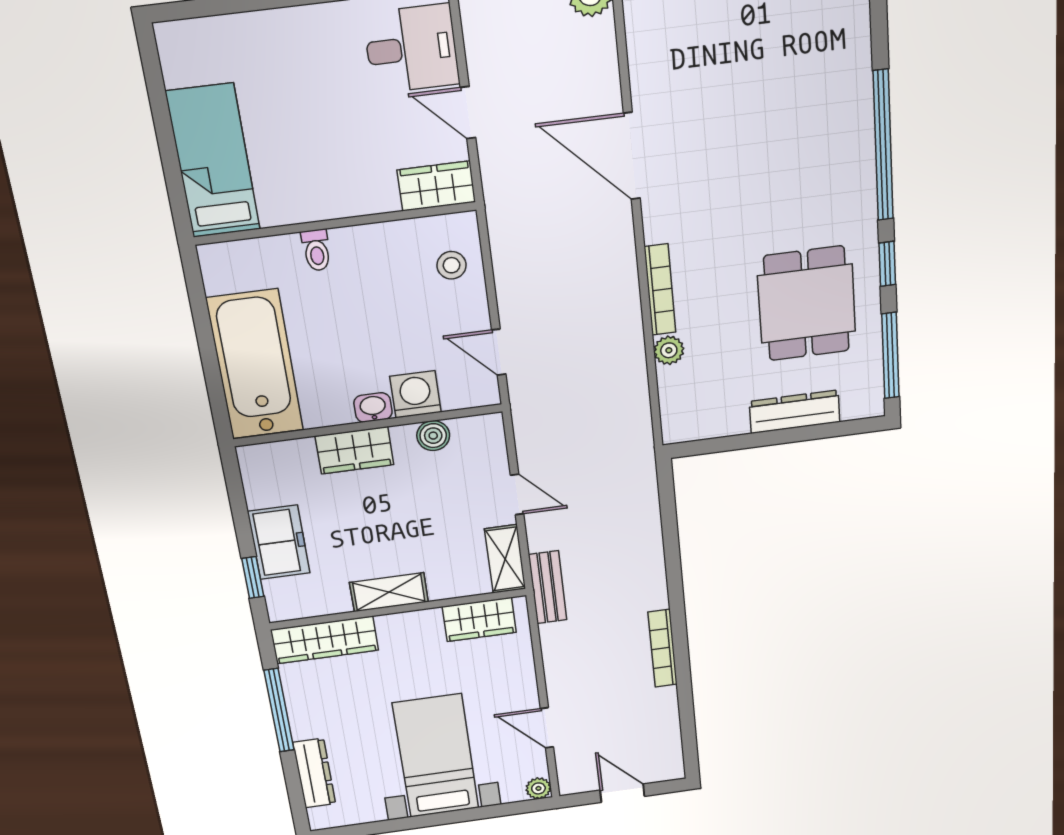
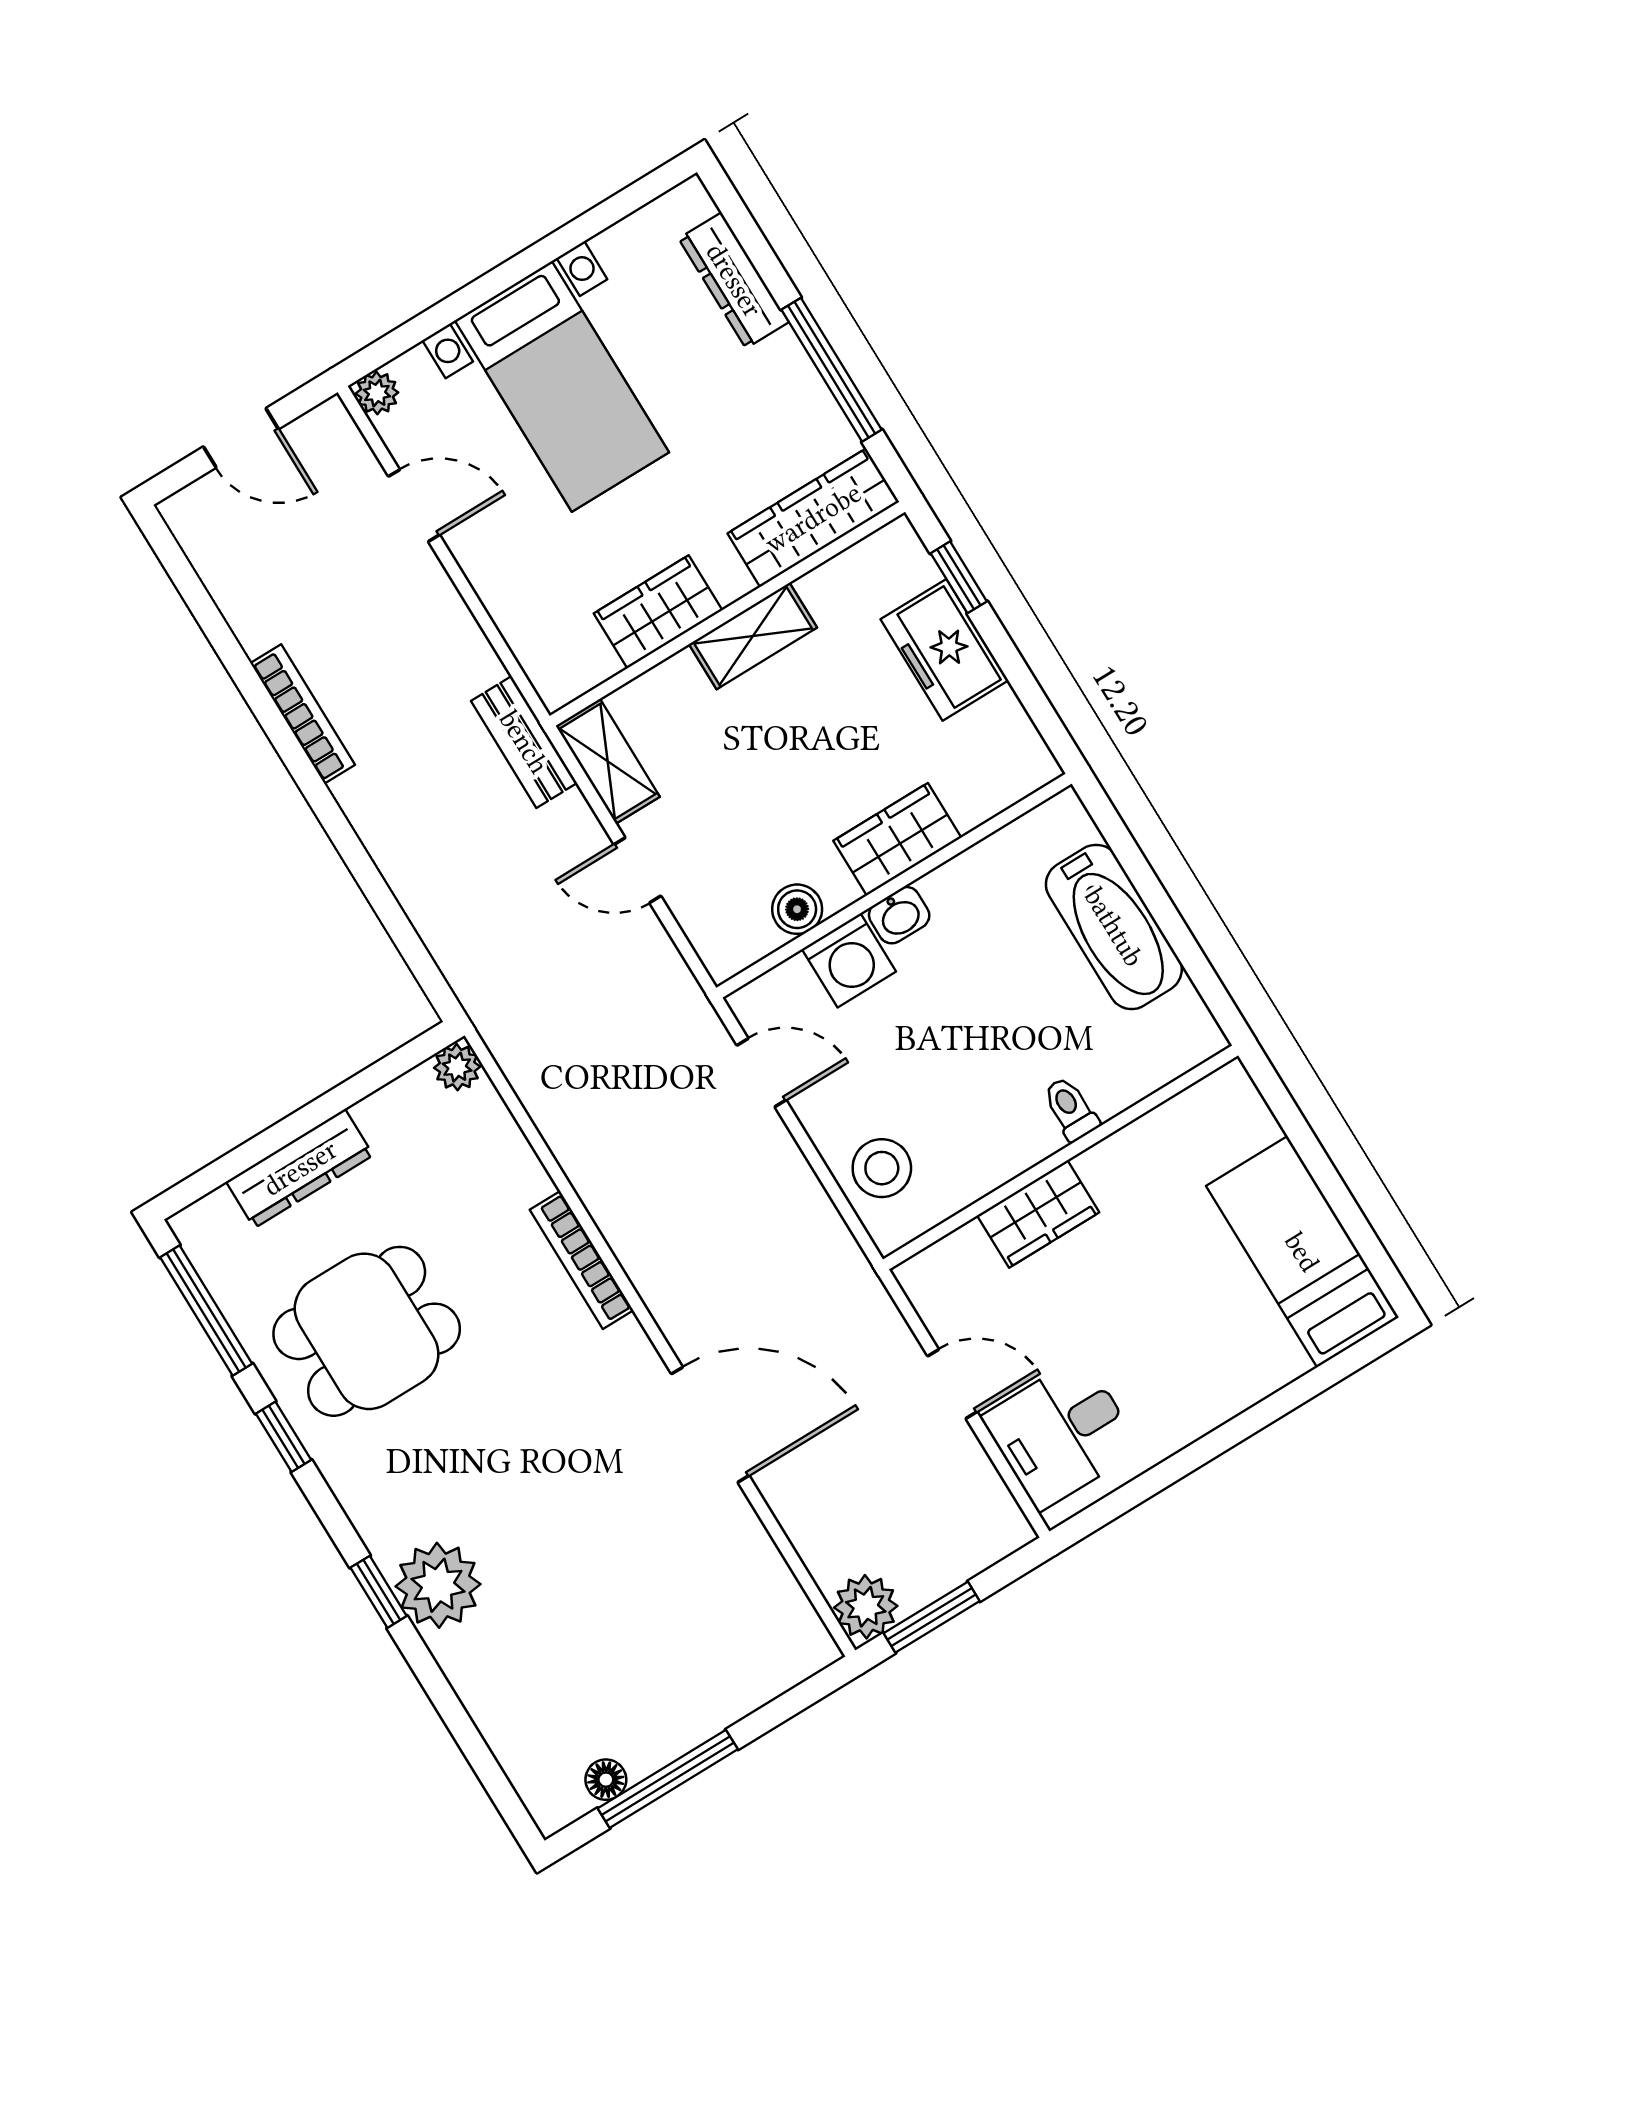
plant: (846, 133) -> (438, 1585), added
window: (883, 146) -> (379, 1592), width x0.32
bed: (213, 161) -> (1302, 1252), moved, turned 180
wardrobe: (436, 186) -> (1038, 1214), moved
stool: (452, 265) -> (882, 1168), width x1.37, depth x1.37
dining table: (807, 304) -> (367, 1331), turned 90
plant: (669, 350) -> (457, 1067), moved
bathtub: (255, 365) -> (1114, 927), width x0.73, depth x0.73
wardrobe: (479, 619) -> (658, 612), moved

